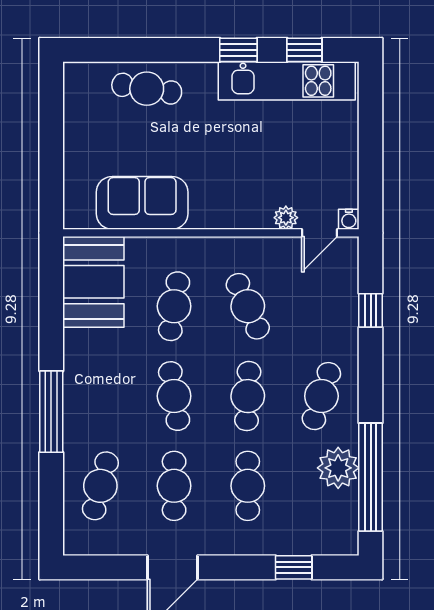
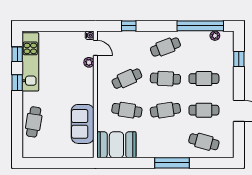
cafe table: (321, 396) -> (165, 47), turned -39
plant: (338, 468) -> (215, 36), moved, width x0.53, depth x0.53

